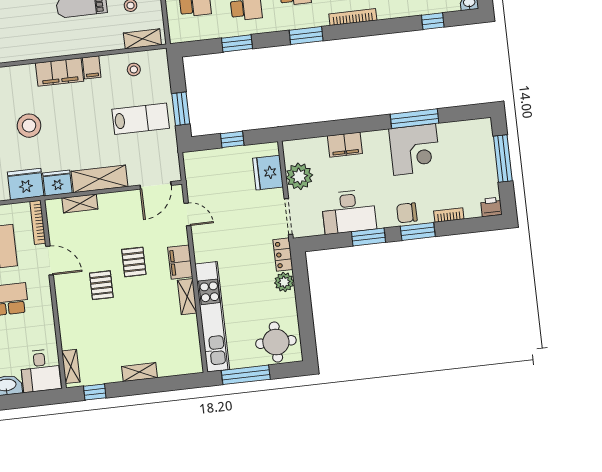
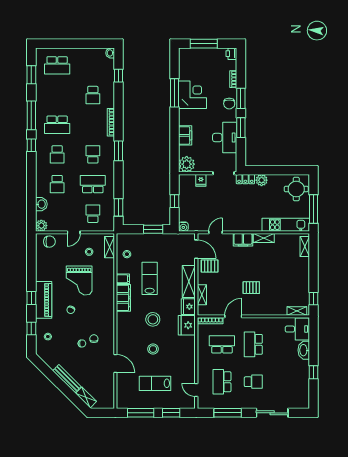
window: (237, 43) -> (118, 207), moved
lab bench: (141, 119) -> (150, 278), moved
water cooler: (191, 159) -> (183, 227), added
fridge: (268, 173) -> (201, 180), width x0.53, depth x0.75
plant: (299, 176) -> (187, 164), moved
pallet: (134, 262) -> (210, 266), moved
kitchen unit: (212, 317) -> (286, 225), width x0.73
shelving: (140, 372) -> (305, 247), moved

